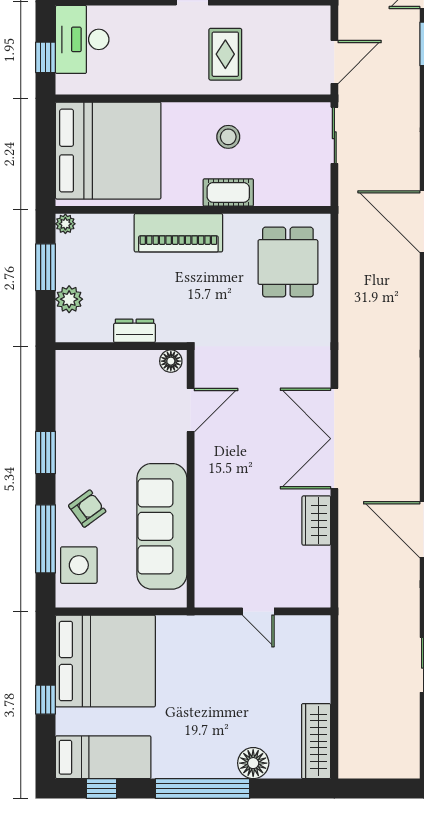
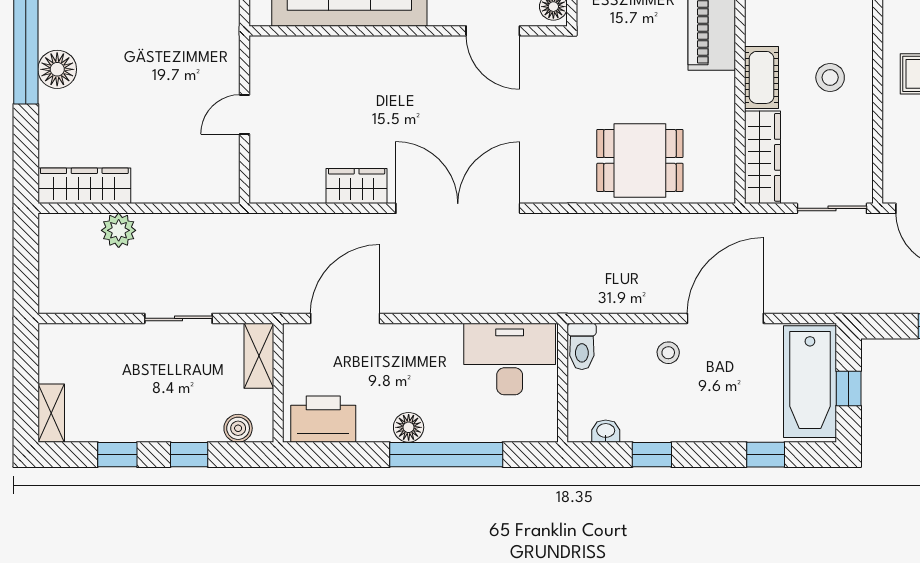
wardrobe: (293, 192) -> (763, 157), added
dining table: (288, 262) -> (640, 160), moved
plant: (352, 713) -> (119, 230), added
floor lamp: (253, 763) -> (57, 69), moved

